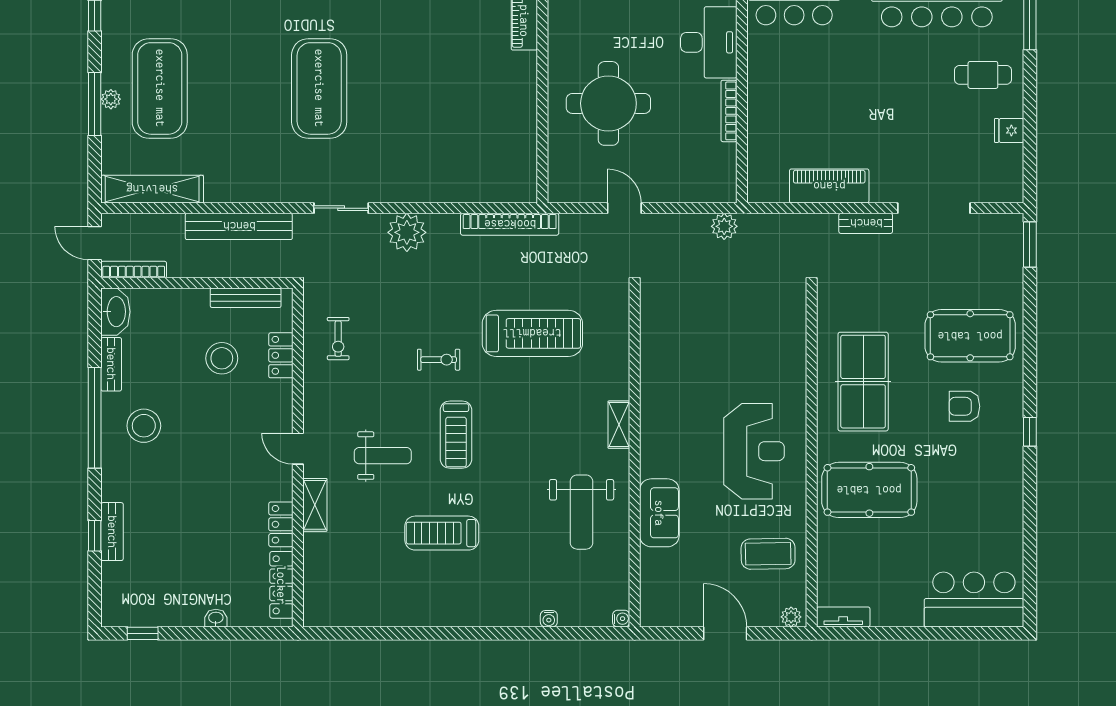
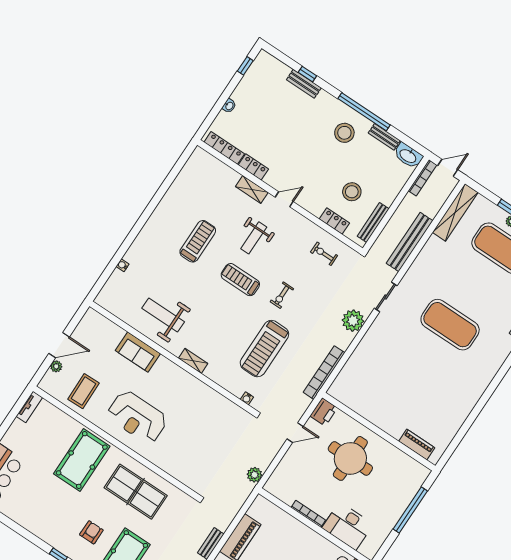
printer: (567, 187) -> (324, 412), added
plant: (791, 617) -> (56, 366), moved
water cooler: (621, 619) -> (247, 398), moved

